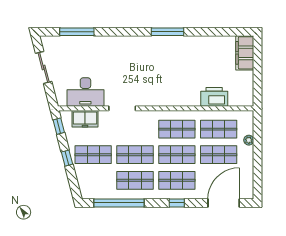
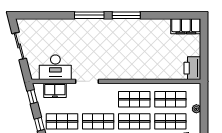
window: (77, 32) -> (89, 15), moved
filing cabinet: (245, 53) -> (186, 26), moved, turned -90
printer: (214, 97) -> (192, 68), moved, turned -90

